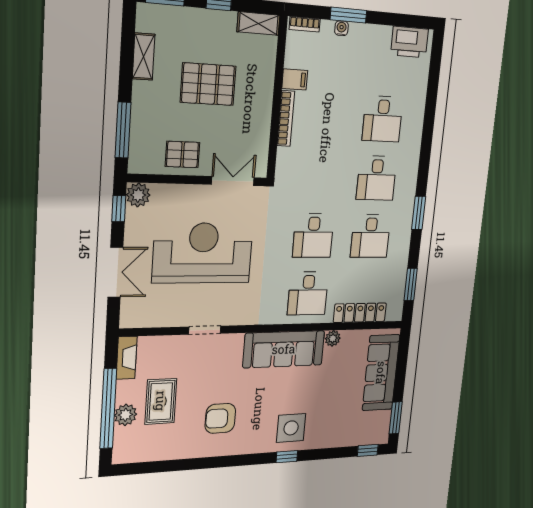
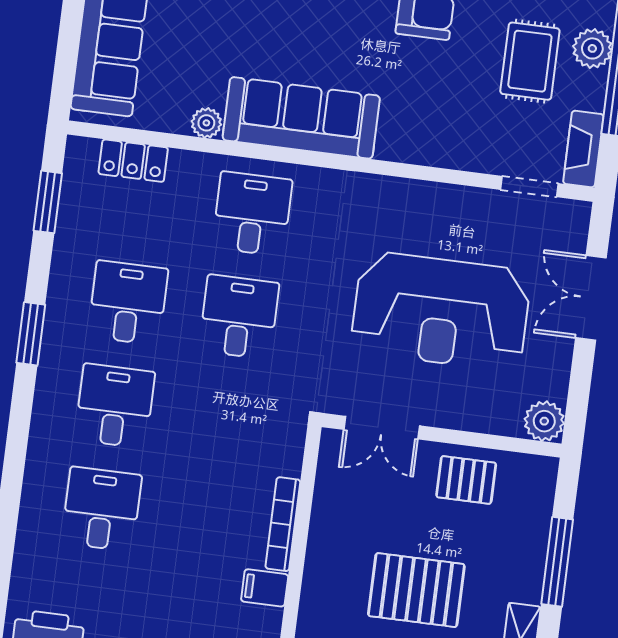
window: (123, 130) -> (557, 562), moved
window: (119, 209) -> (578, 402), removed
locker: (360, 313) -> (133, 161), width x0.66
doorway: (205, 330) -> (529, 187), moved

